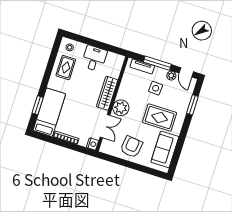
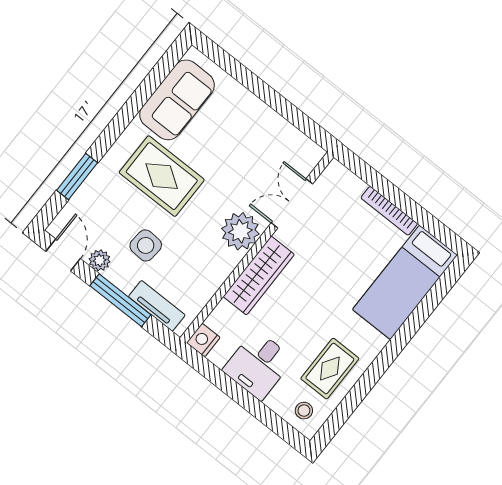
window: (38, 105) -> (425, 308), removed
nightstand: (93, 144) -> (203, 340), moved
armchair: (131, 147) -> (250, 134), removed

